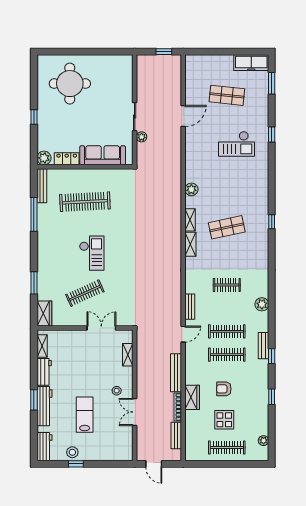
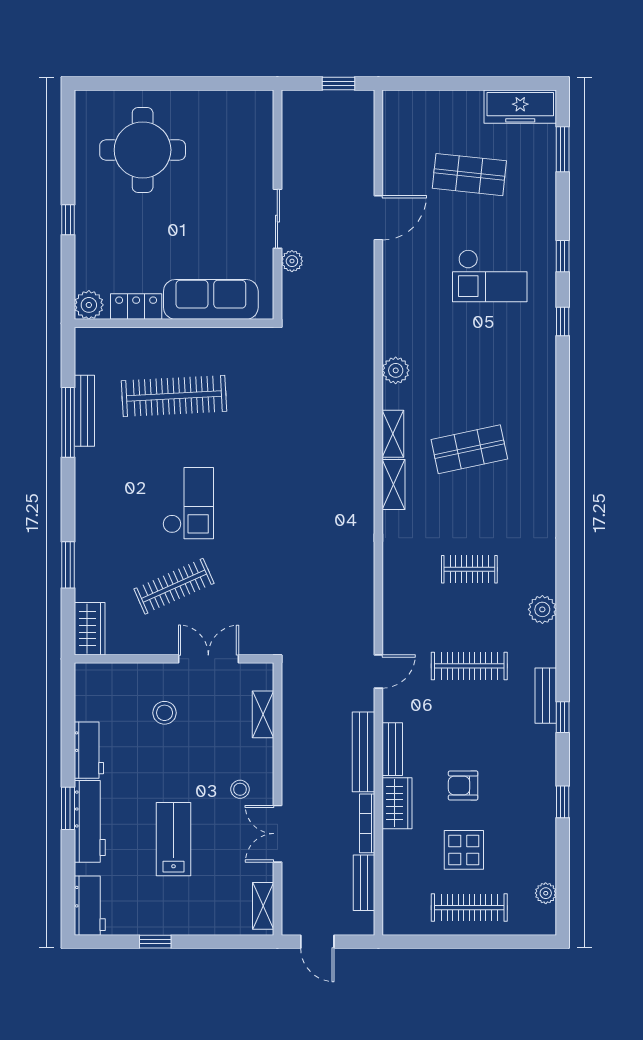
bench: (42, 186) -> (84, 411), moved
window: (272, 222) -> (563, 322), moved
bench: (190, 307) -> (392, 749), moved
shelving: (42, 346) -> (263, 906), moved
clothes rail: (227, 355) -> (469, 714), removed
stool: (72, 452) -> (165, 713), moved

